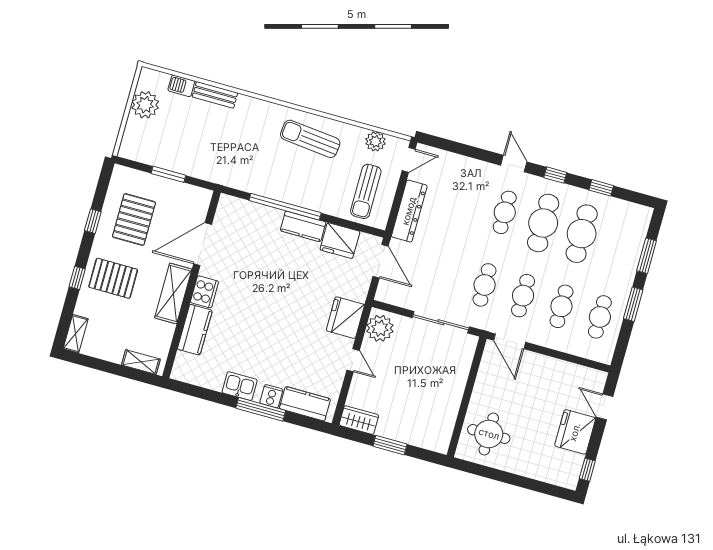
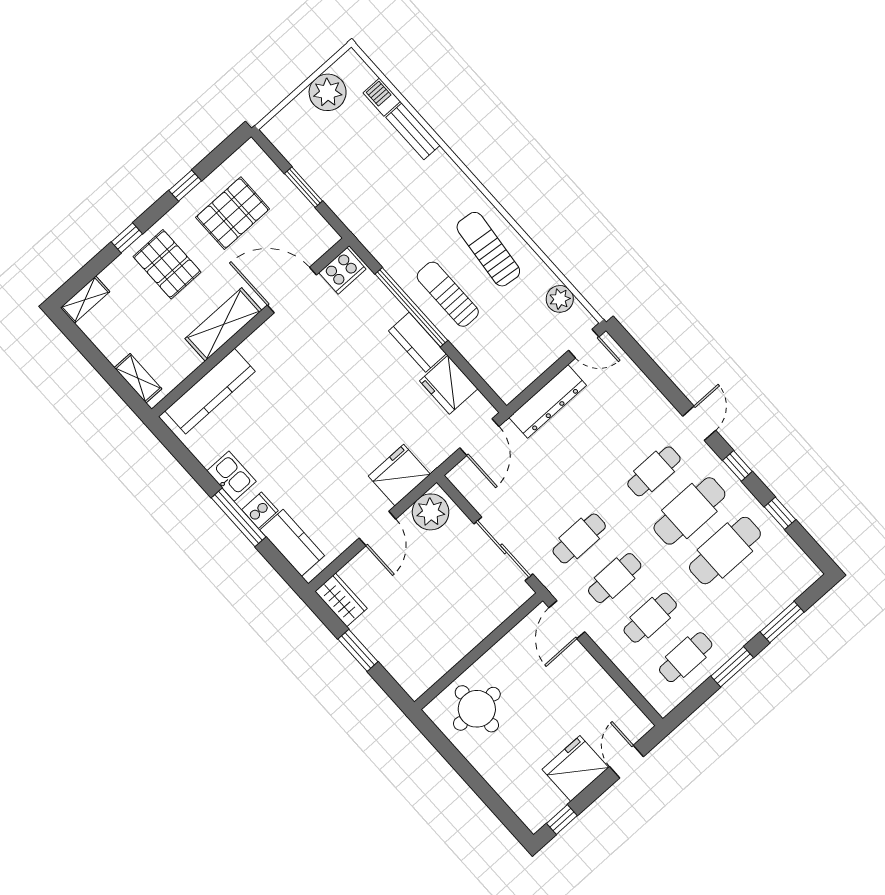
sun lounger: (366, 191) -> (448, 294), moved, turned 90
cooker: (204, 292) -> (342, 271), moved
kitchen counter: (195, 330) -> (210, 391), width x1.50
door: (353, 360) -> (377, 529), width x1.38

